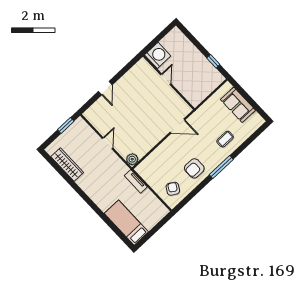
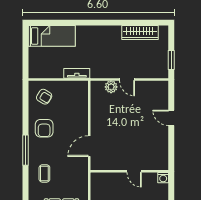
washing machine: (158, 55) -> (163, 178), width x0.53, depth x0.53
plant: (132, 159) -> (111, 87), moved
armchair: (194, 168) -> (44, 128), turned 180

